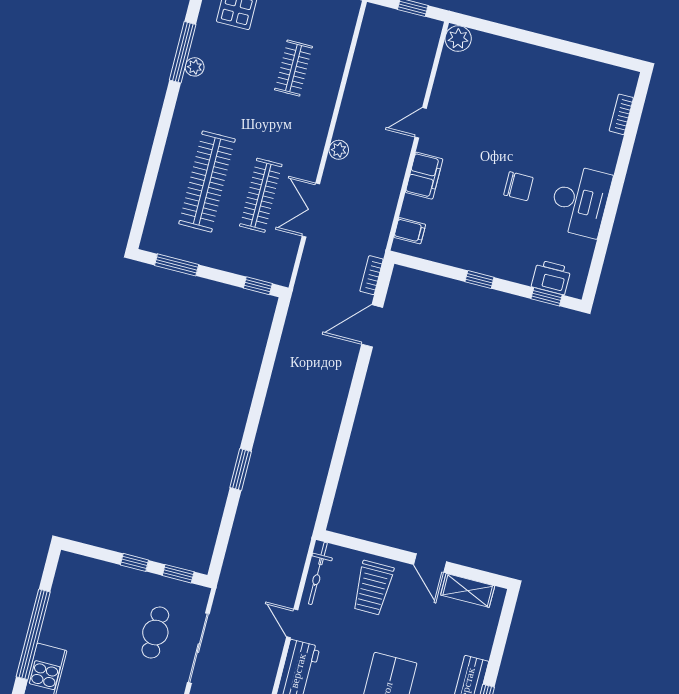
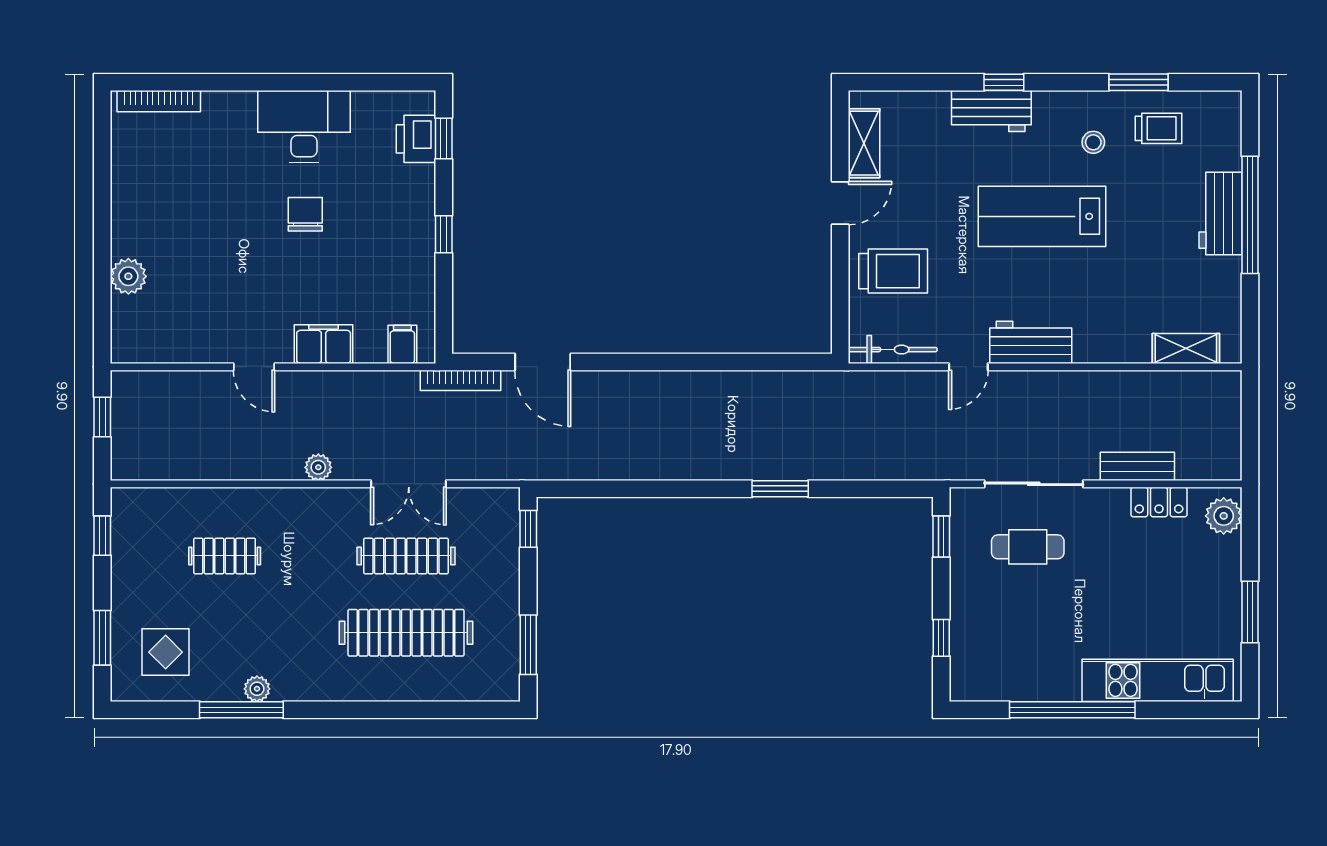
plant: (458, 39) -> (128, 276), moved
bookcase: (621, 114) -> (159, 101), width x1.56
bookcase: (371, 275) -> (461, 380), width x1.56
window: (134, 562) -> (941, 638), moved

